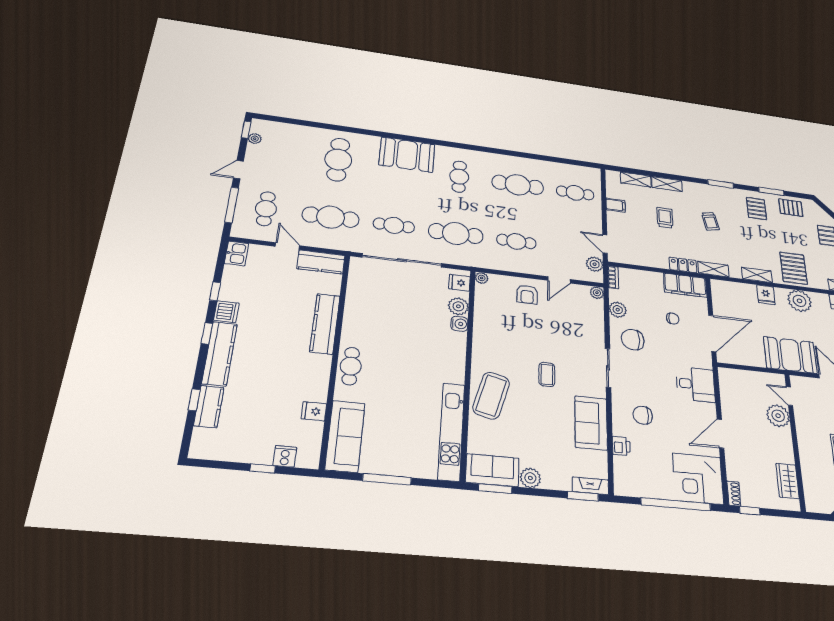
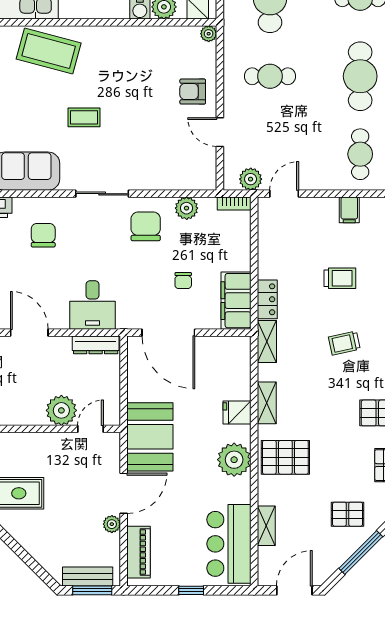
cafe table: (516, 241) -> (270, 76), turned 90
plant: (597, 293) -> (208, 181), removed
dresser: (726, 385) -> (96, 345), added

